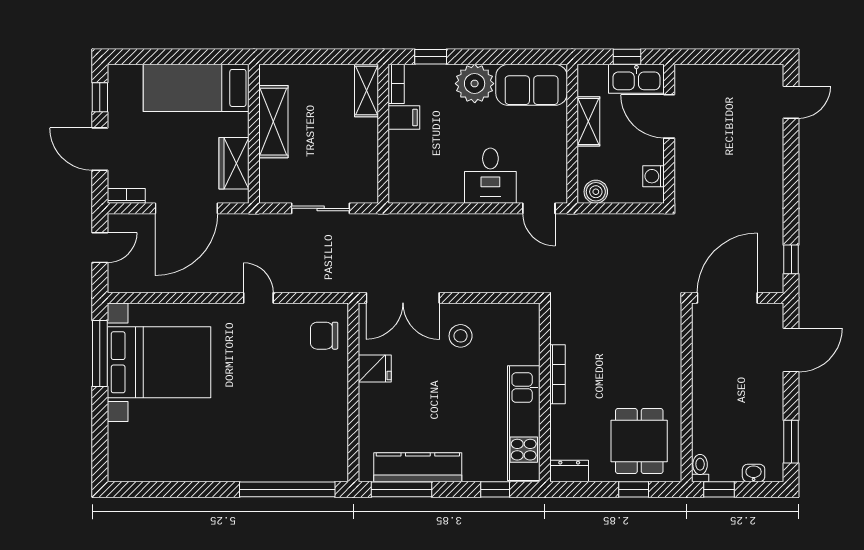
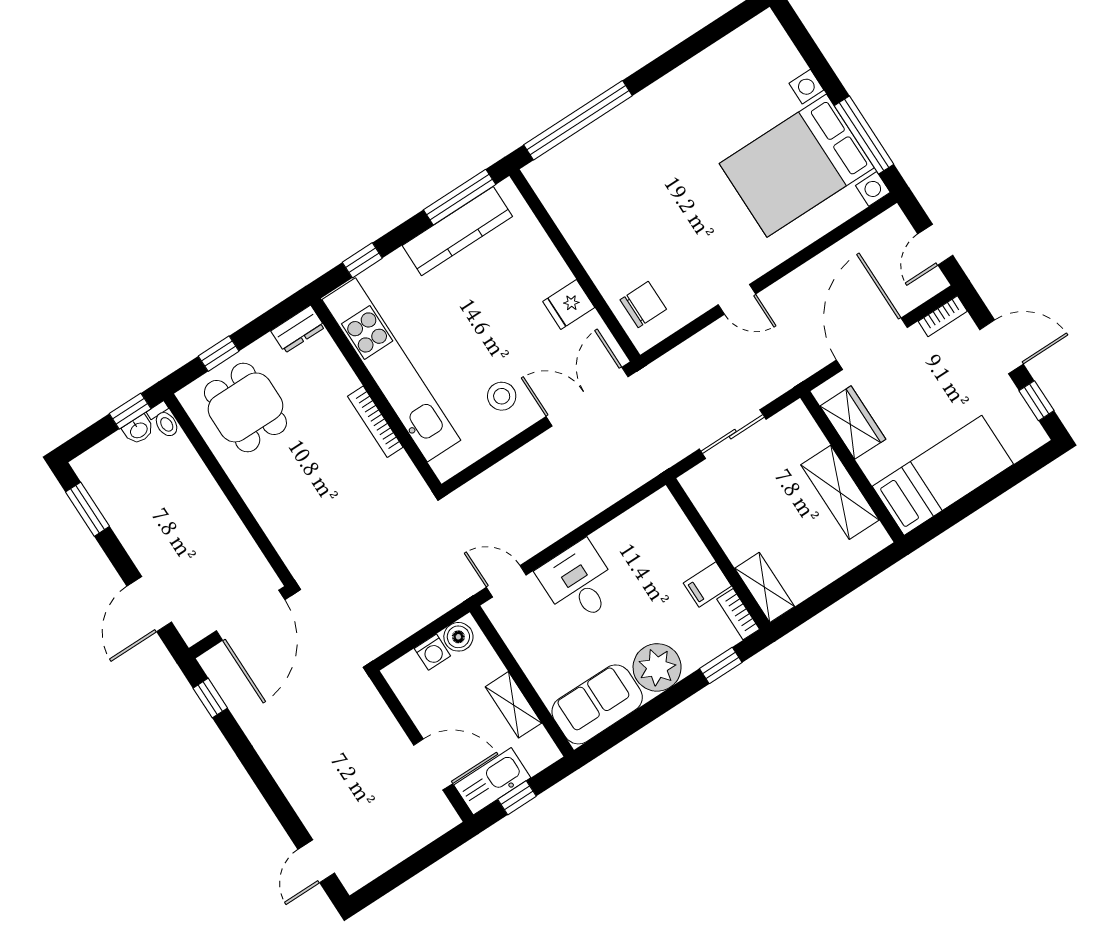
washing machine: (654, 176) -> (432, 652), moved, turned 90
kitchen unit: (524, 423) -> (391, 370), width x1.36
washbasin: (754, 473) -> (138, 430), moved

